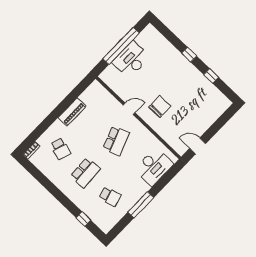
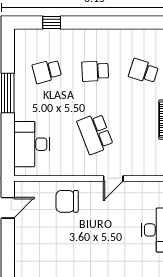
chair: (160, 107) -> (67, 201), moved, turned 90
school desk: (85, 173) -> (95, 71), width x0.54

